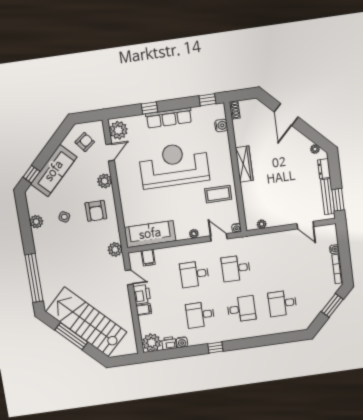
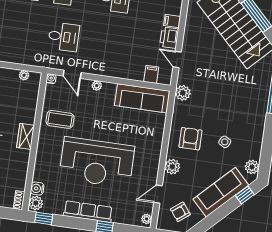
plant: (219, 112) -> (36, 203), added
plant: (118, 130) -> (147, 219), width x0.53, depth x0.53
wardrobe: (244, 164) -> (25, 136), width x0.67
plant: (36, 222) -> (252, 167), moved
desk: (194, 274) -> (108, 43), removed

